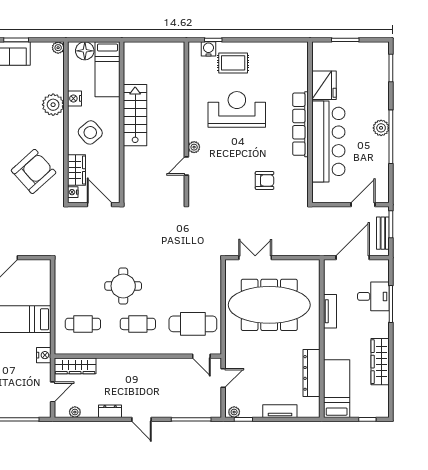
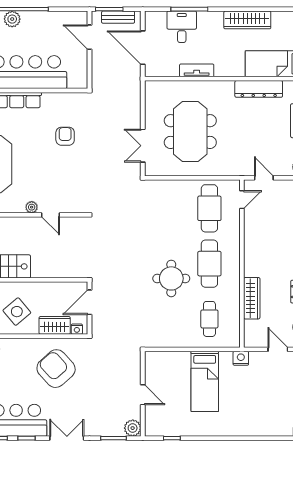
meeting table: (269, 305) -> (190, 132), width x0.73
cafe table: (138, 324) -> (209, 264), width x1.37, depth x1.35
wardrobe: (75, 366) -> (252, 298), moved

